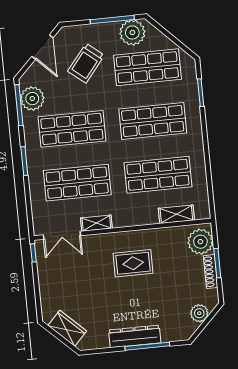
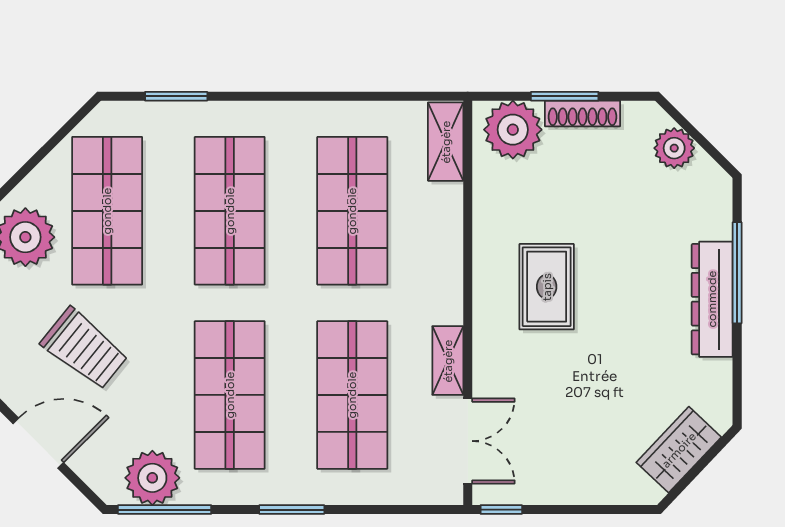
shelving: (176, 214) -> (446, 142), moved

